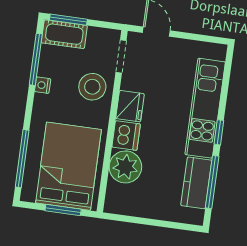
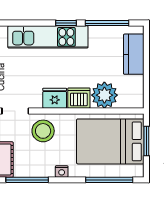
nightstand: (43, 85) -> (62, 171), moved
kitchen counter: (196, 183) -> (134, 54), moved, turned 90

